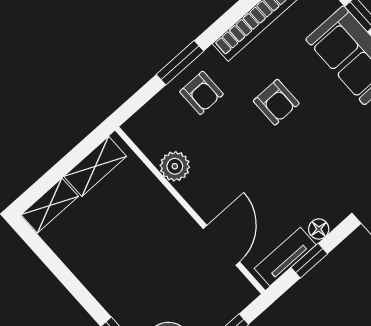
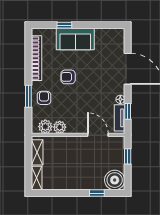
armchair: (202, 93) -> (44, 98), turned -90
armchair: (276, 102) -> (68, 77), turned 180
plant: (153, 140) -> (45, 127), added

